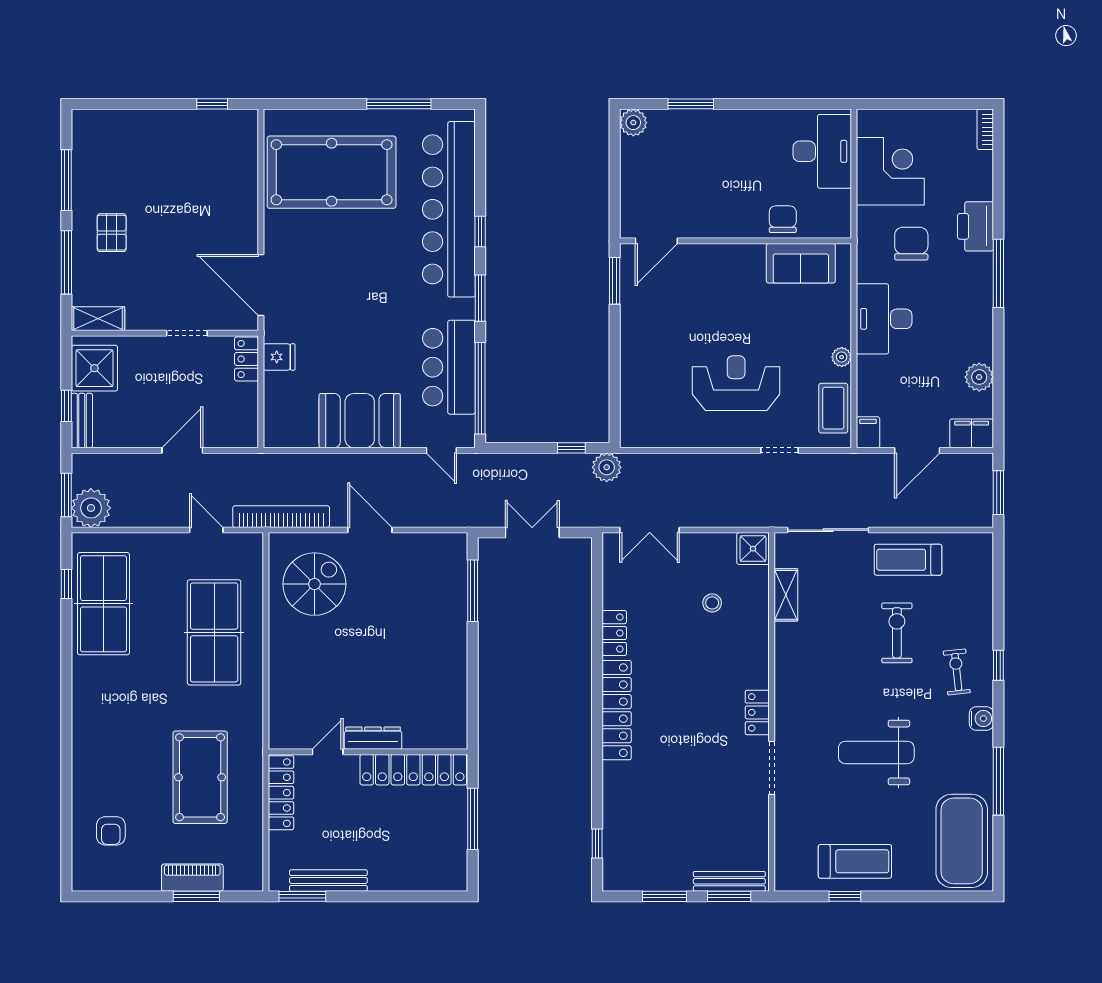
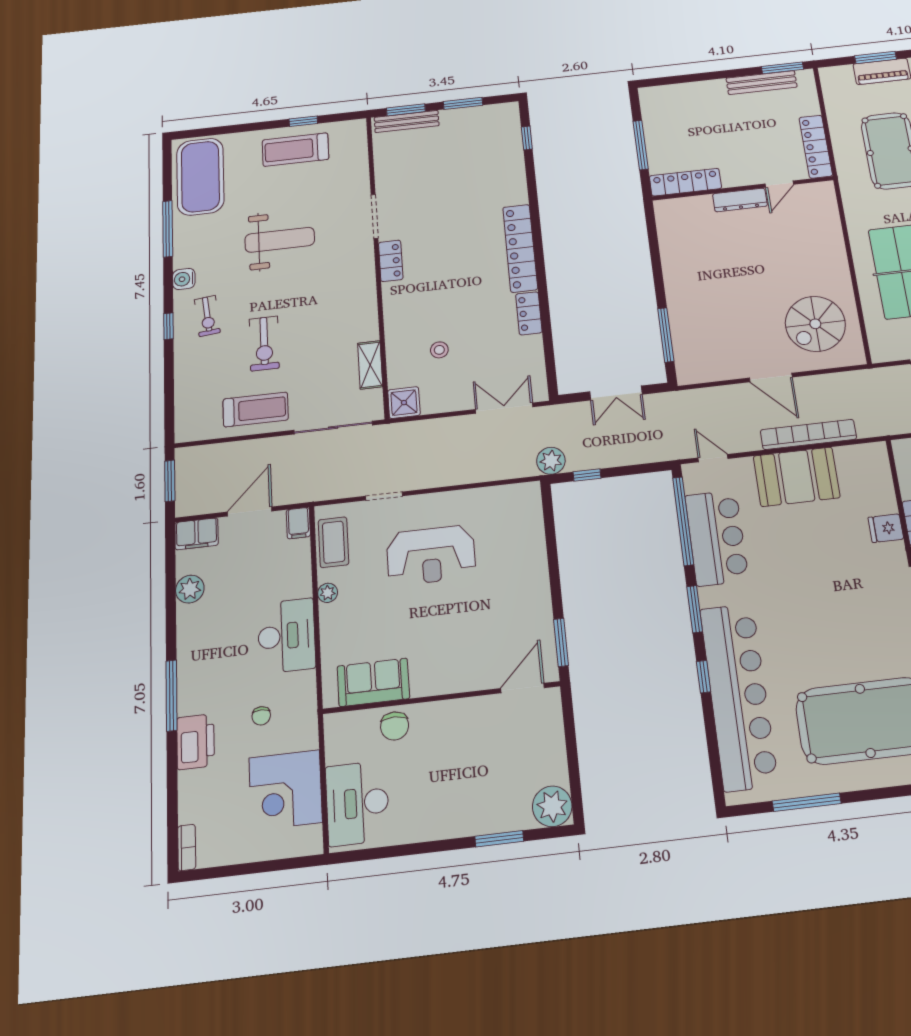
plant: (633, 123) -> (552, 806), width x1.36, depth x1.36
chair: (911, 244) -> (261, 716), width x0.54, depth x0.54
bookcase: (281, 517) -> (808, 435), moved, turned 180
locker: (413, 770) -> (685, 182), width x0.71, depth x0.83

